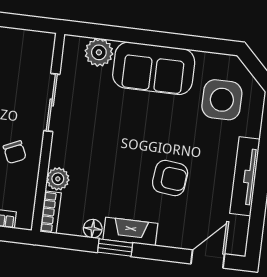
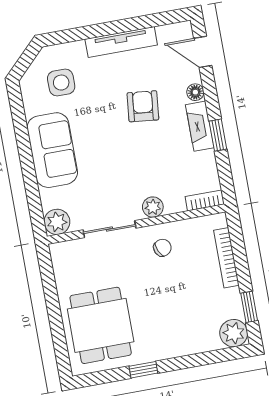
plant: (99, 52) -> (57, 222), moved
side table: (222, 100) -> (61, 83), width x0.73, depth x0.73
plant: (58, 179) -> (153, 207), moved
floor lamp: (93, 229) -> (195, 92), moved

